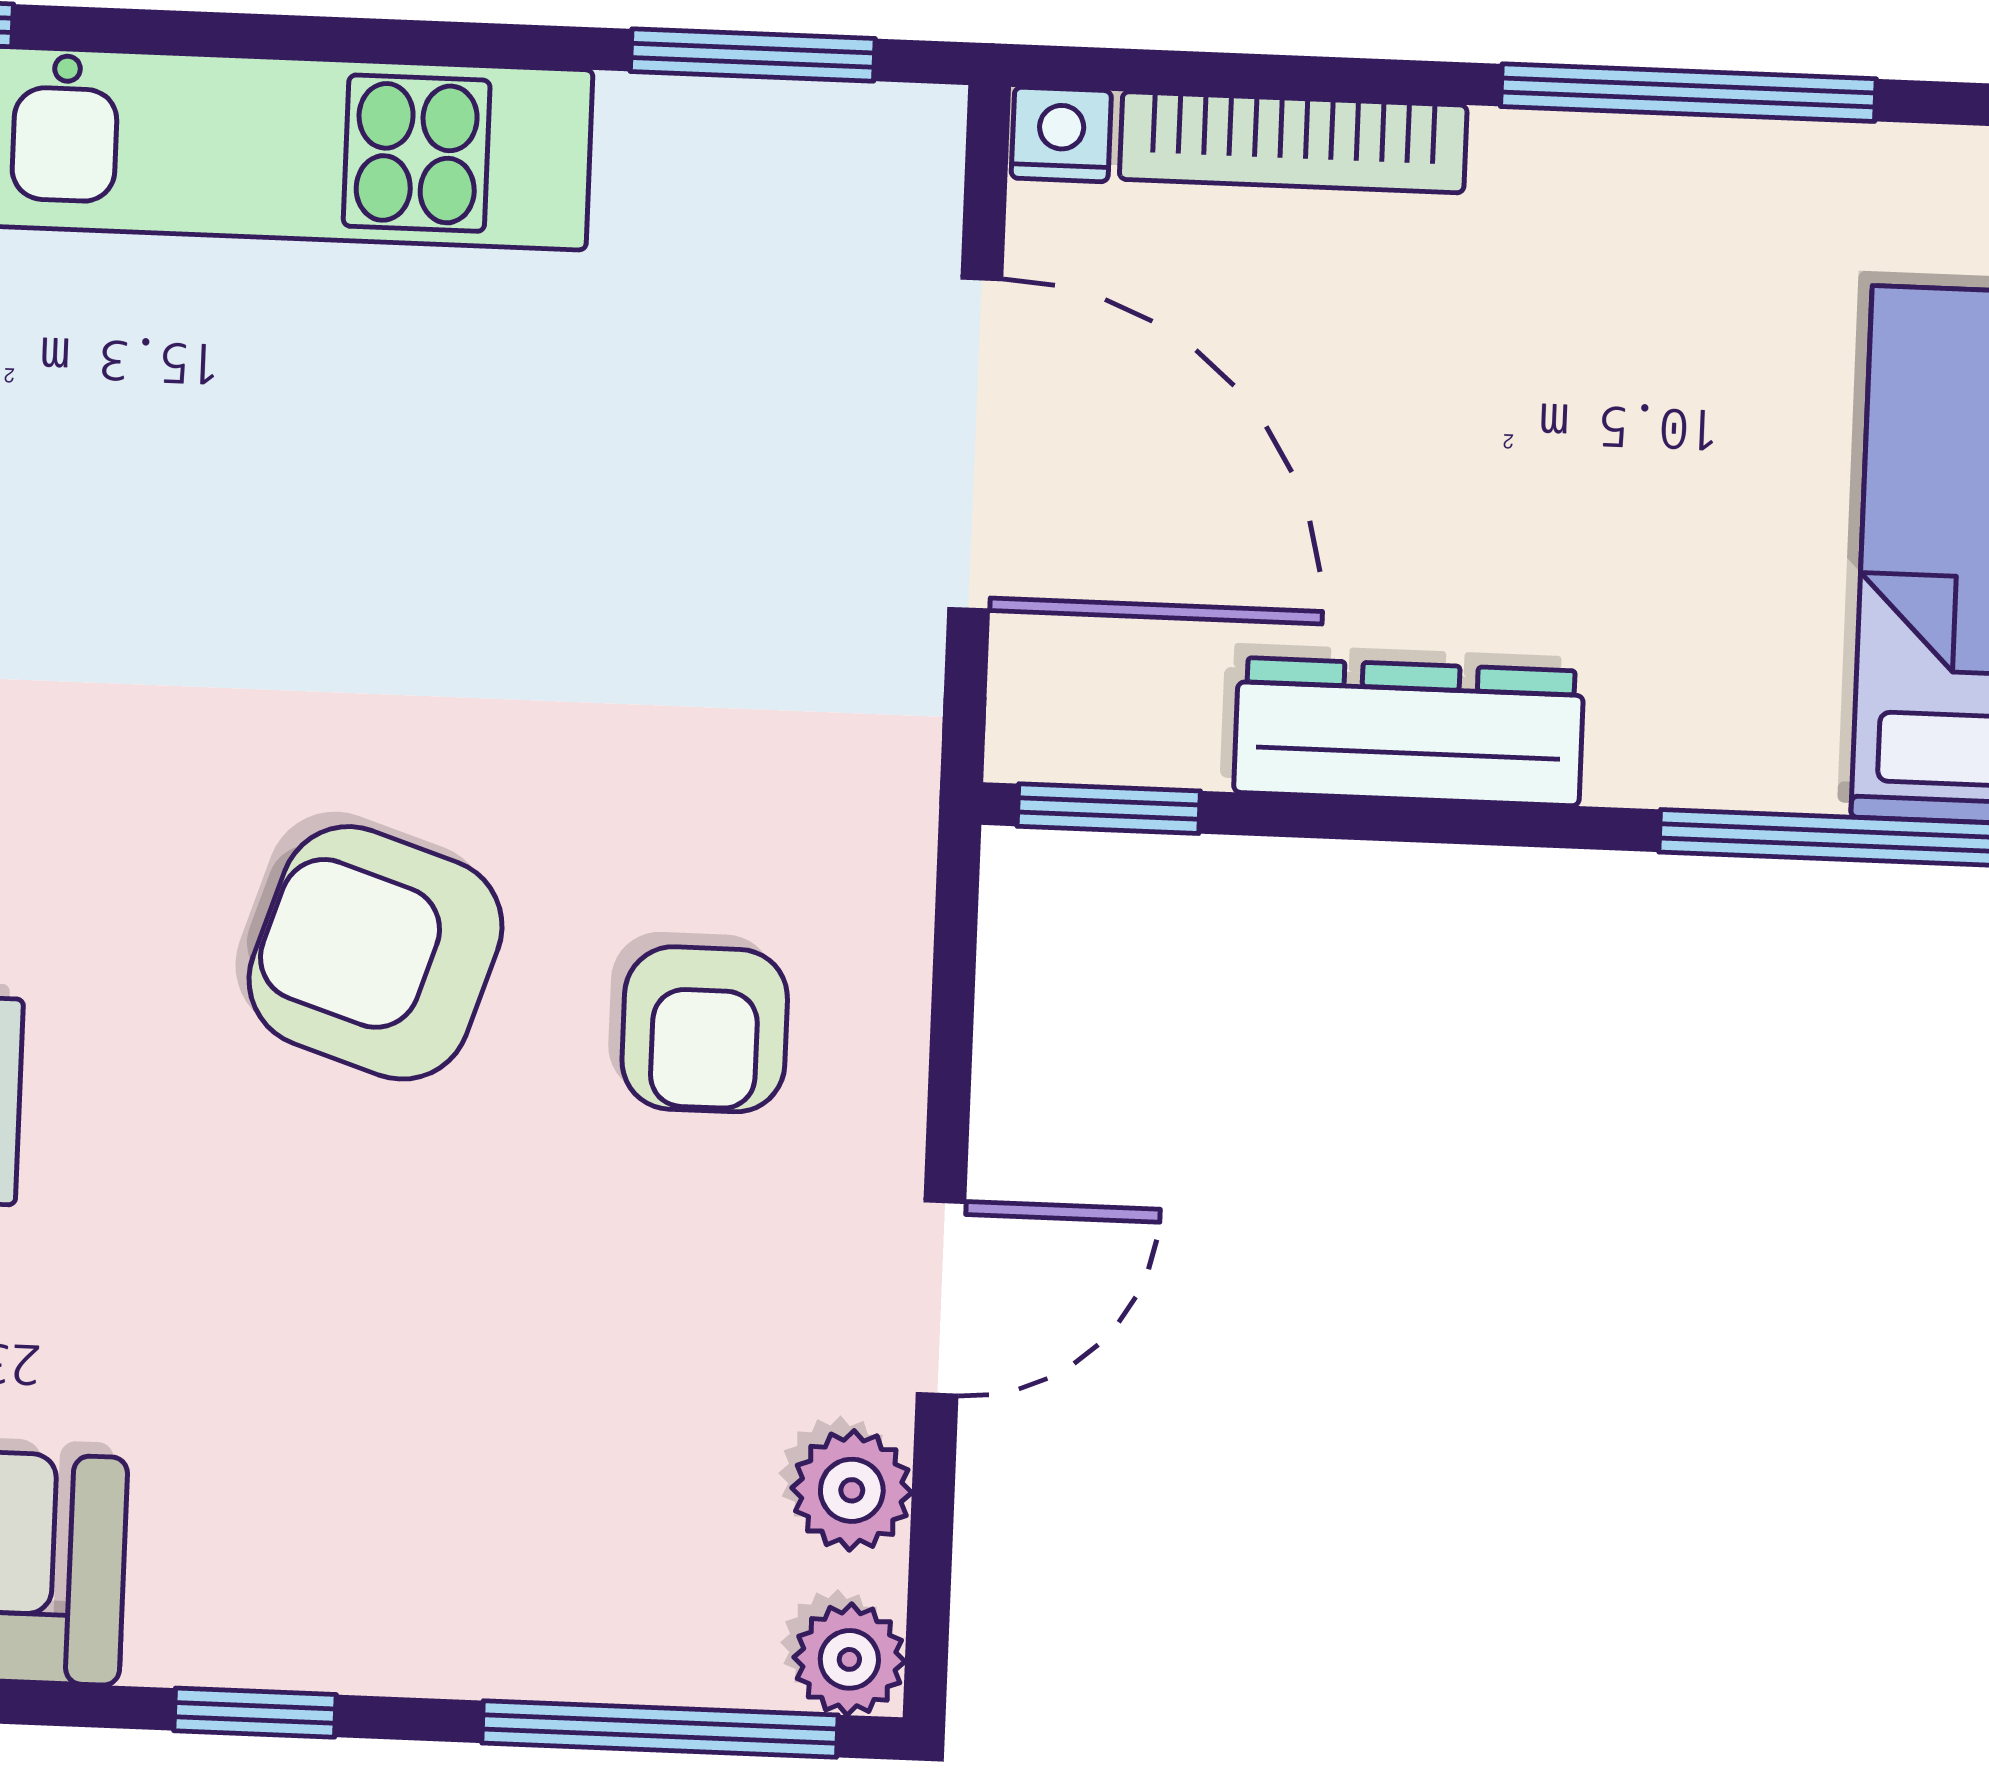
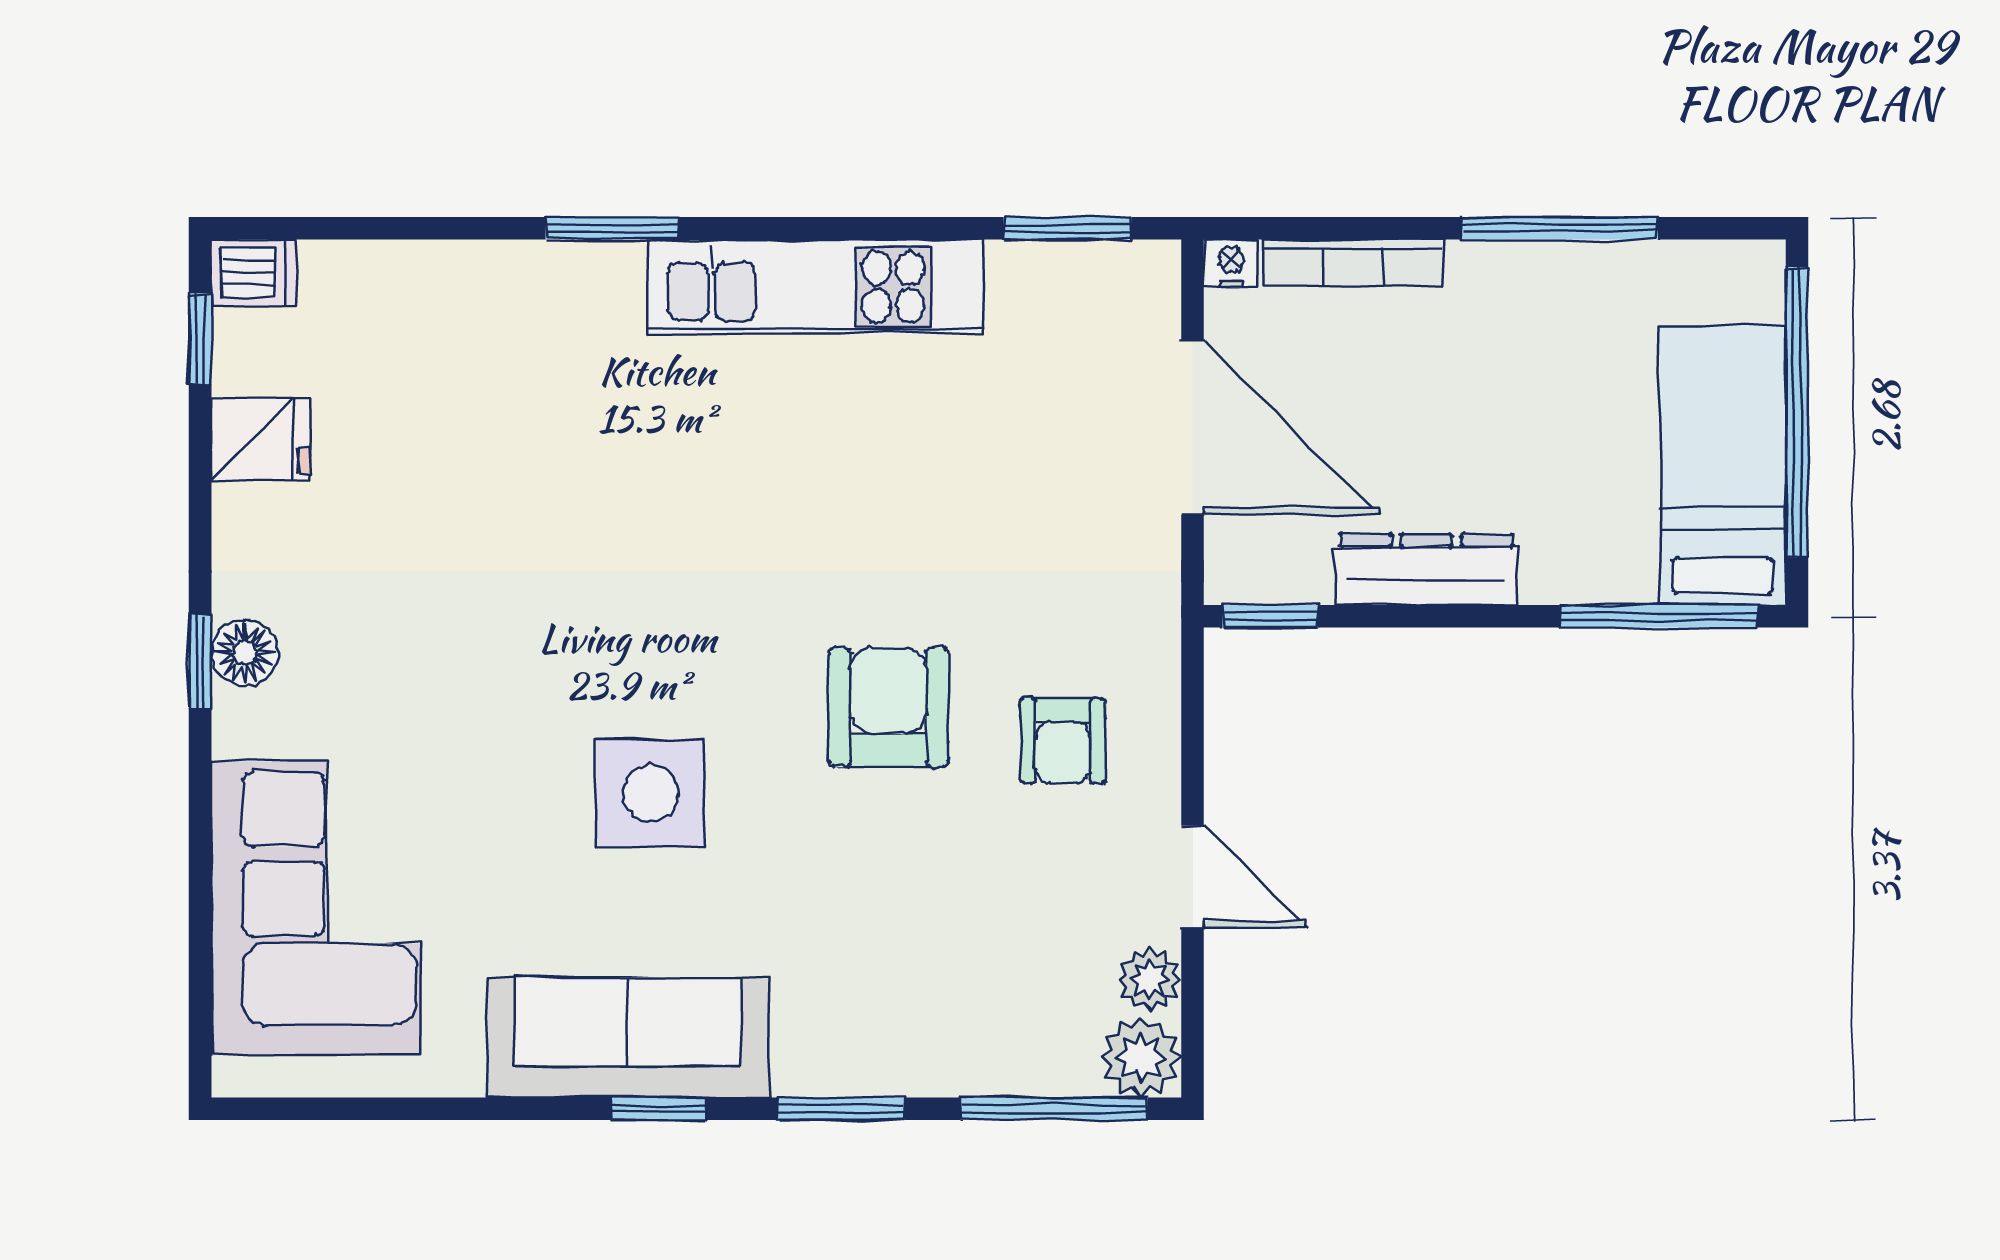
armchair: (376, 953) -> (888, 707), turned 72
door: (941, 1298) -> (1193, 877), hinge flipped
plant: (849, 1659) -> (1141, 1057), width x1.38, depth x1.38
window: (255, 1713) -> (841, 1109), width x1.50

